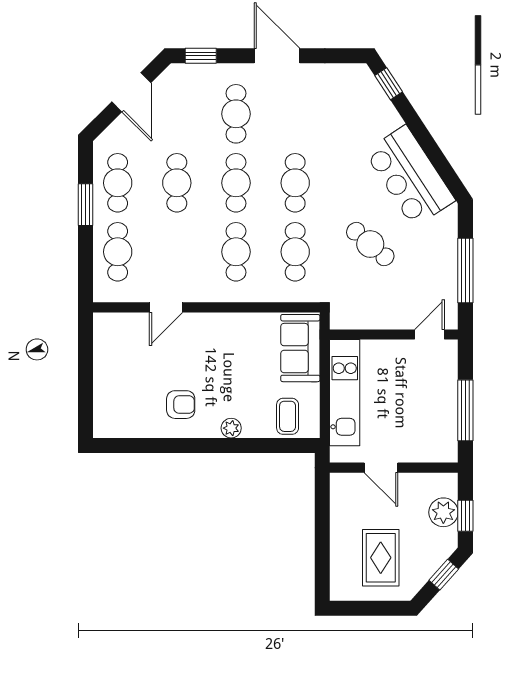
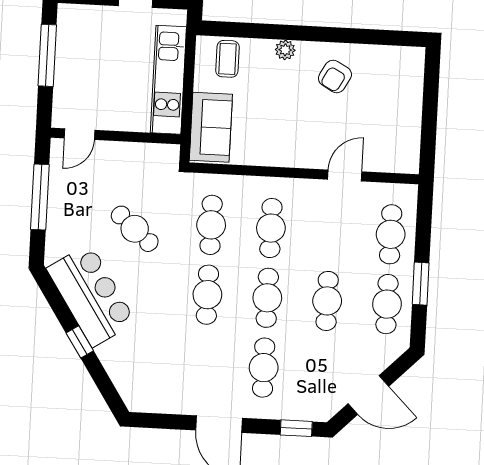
window: (389, 84) -> (80, 342), moved
door: (131, 92) -> (368, 395), swing flipped
armchair: (181, 405) -> (335, 76), turned -61

